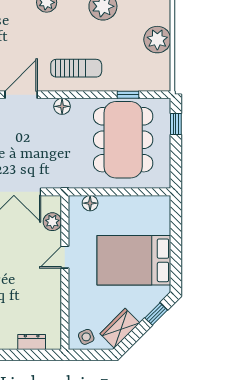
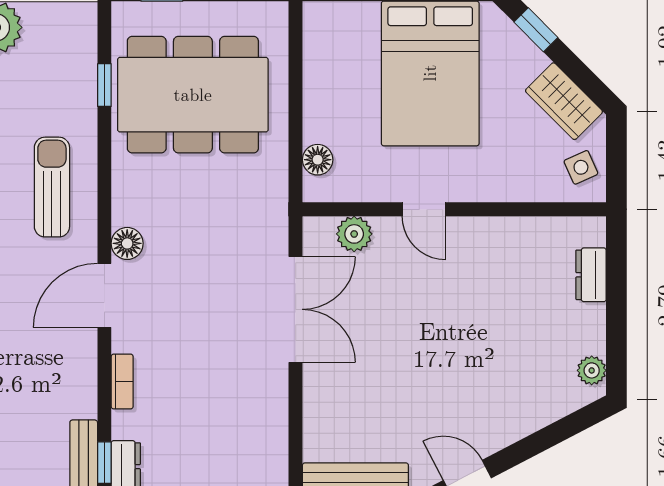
door: (21, 95) -> (104, 295), hinge flipped
floor lamp: (62, 106) -> (127, 243), moved

